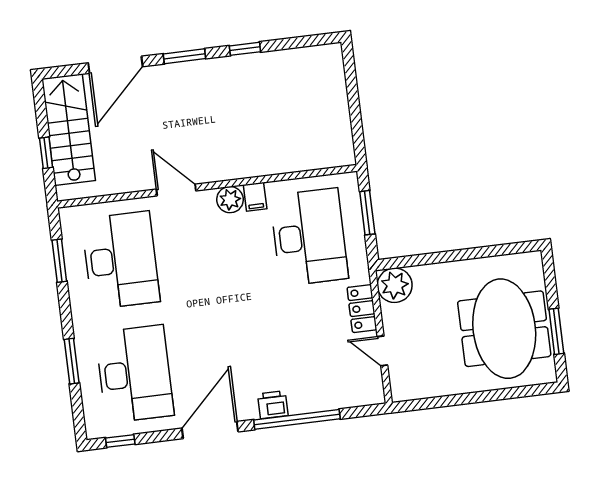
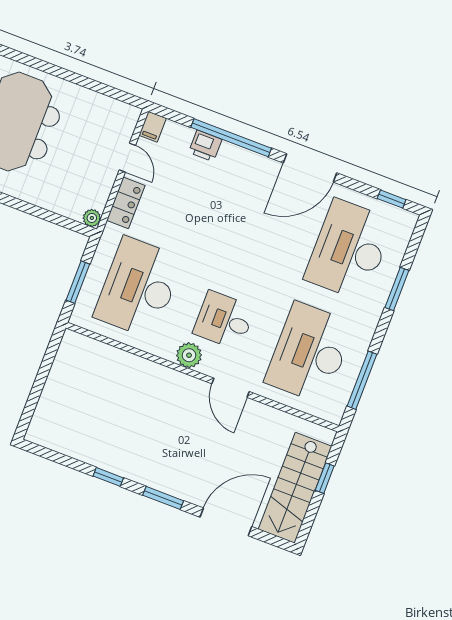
filing cabinet: (255, 197) -> (153, 127), moved, turned 180
desk: (215, 249) -> (224, 320), added
window: (59, 261) -> (362, 380), width x1.44
plant: (395, 285) -> (92, 218), width x0.53, depth x0.53
printer: (273, 405) -> (205, 146), moved

